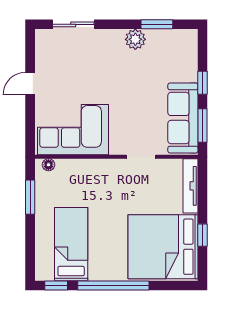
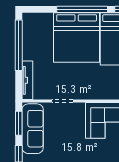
window: (202, 235) -> (19, 45), width x3.17
bed: (163, 247) -> (77, 37), moved, turned 90

